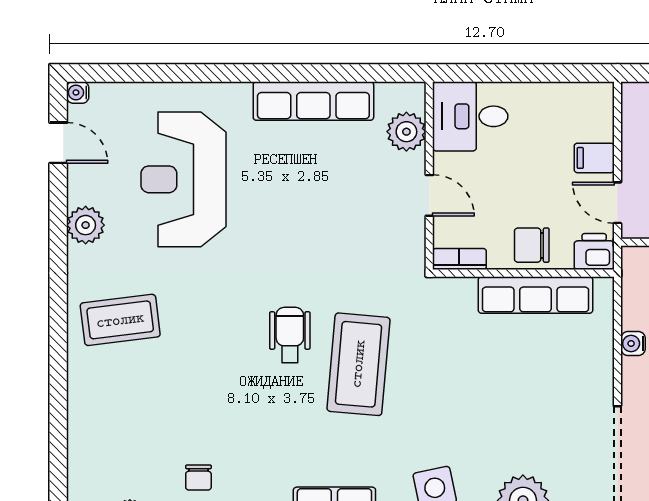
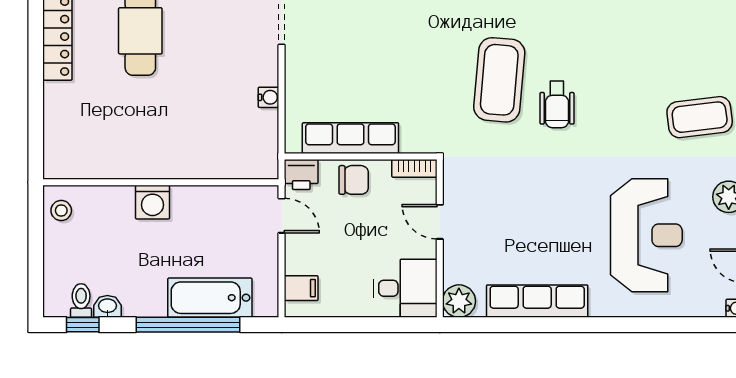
plant: (406, 132) -> (459, 301), moved
filing cabinet: (594, 158) -> (301, 288), moved

